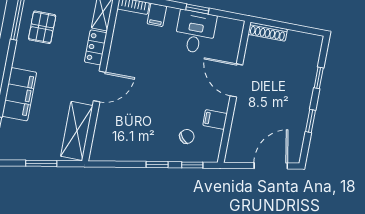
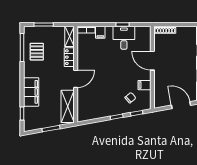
door: (271, 166) -> (181, 105), hinge flipped

